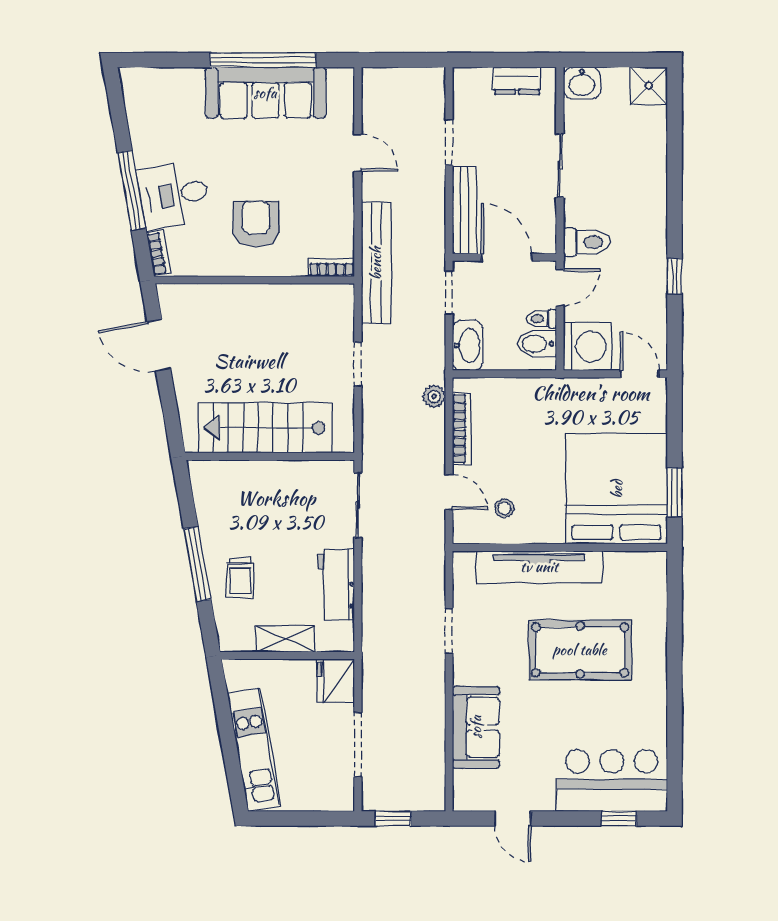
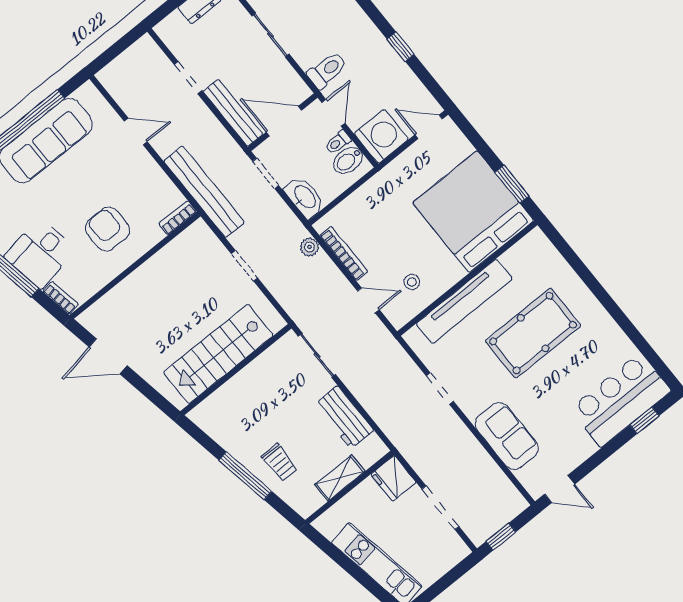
door: (513, 819) -> (560, 489), moved

